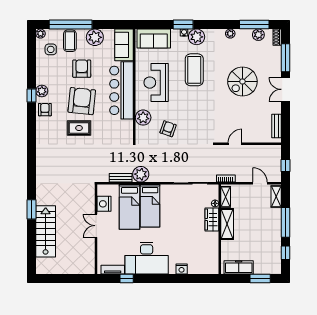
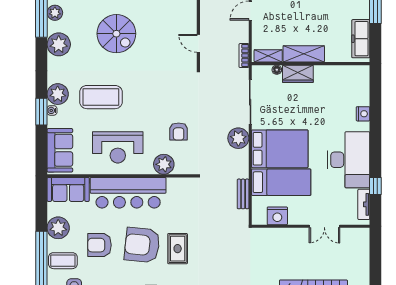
plant: (230, 34) -> (59, 44), width x1.88, depth x1.88
armchair: (168, 129) -> (179, 132), turned -109
plant: (141, 174) -> (238, 138), moved
bed: (150, 206) -> (280, 149), width x1.50
double door: (96, 226) -> (324, 226), moved

